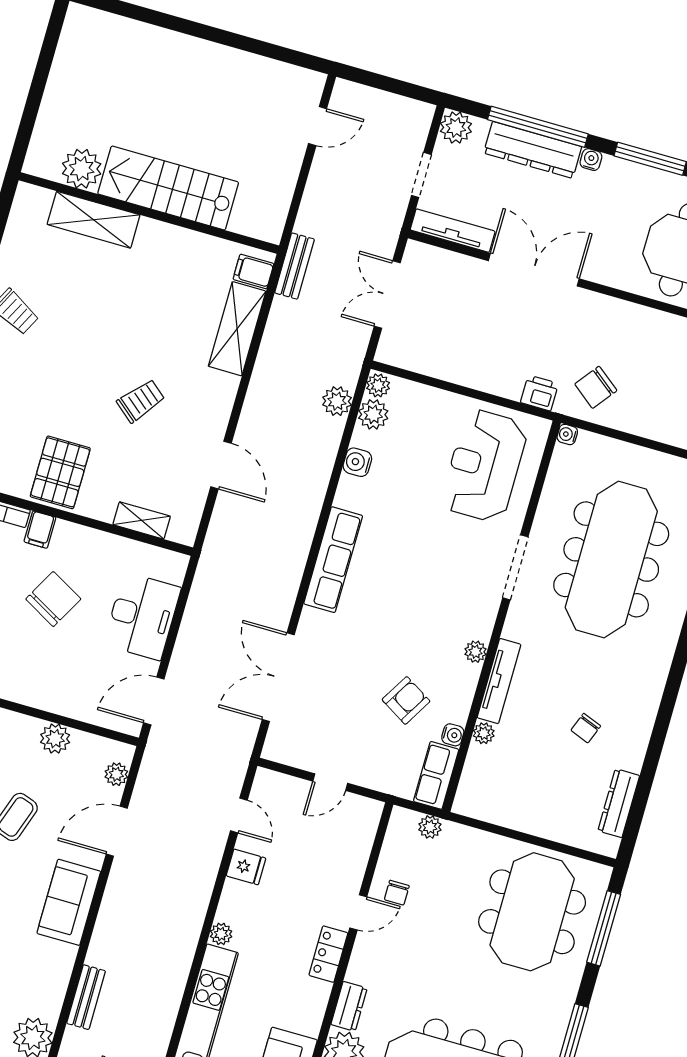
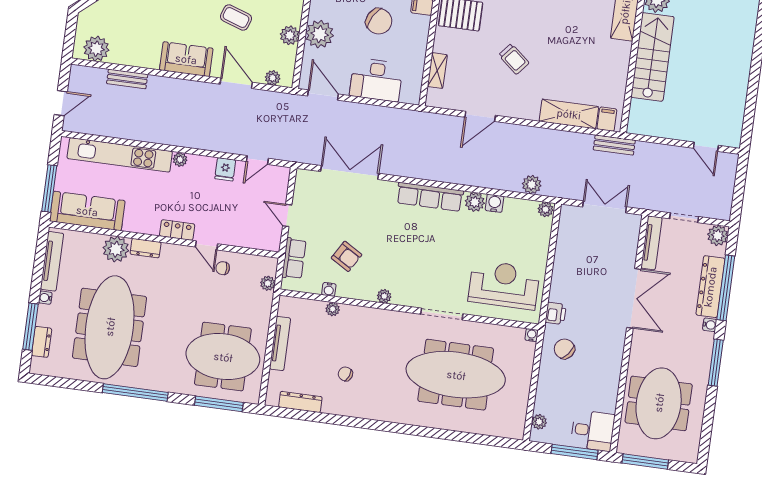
plant: (373, 414) -> (475, 202), moved
tv unit: (499, 681) -> (280, 343), moved, turned -90
plant: (60, 693) -> (320, 34), added
row of seats: (436, 775) -> (294, 259), moved, turned 90

